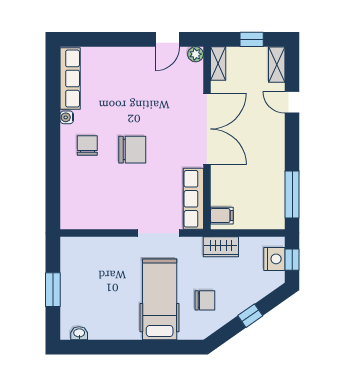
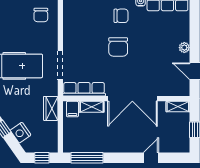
plant: (196, 54) -> (184, 48), moved
shelving: (277, 65) -> (92, 107), moved
nightstand: (274, 259) -> (21, 133), moved, turned 55
chair: (205, 300) -> (41, 15), moved

